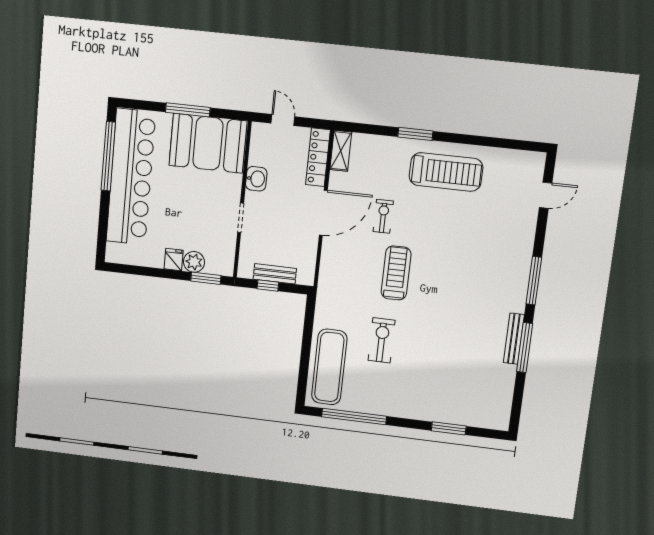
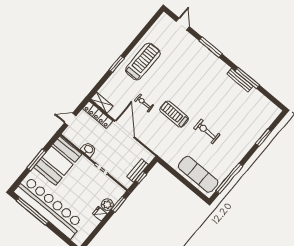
window: (534, 281) -> (211, 47), moved
exercise bike: (382, 340) -> (207, 131), moved

